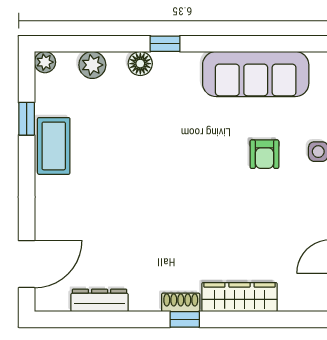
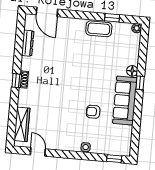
plant: (92, 65) -> (134, 49), removed
sofa: (256, 74) -> (125, 101), moved
armchair: (264, 154) -> (93, 112), moved
wardrobe: (239, 297) -> (22, 124), moved

